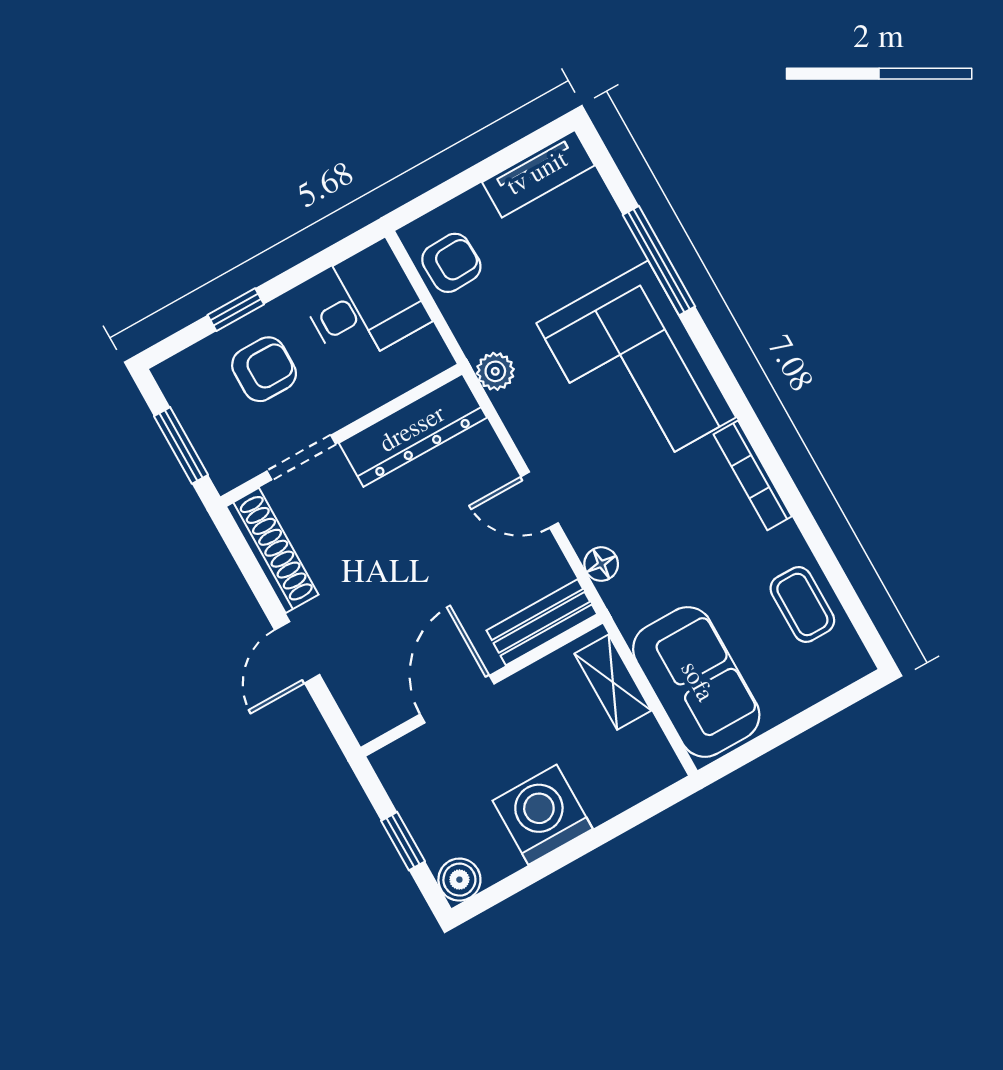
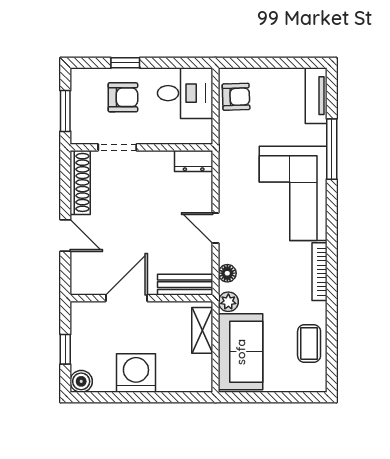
tv unit: (538, 174) -> (316, 96), moved, turned 90
plant: (495, 371) -> (228, 302), moved
dresser: (413, 430) -> (194, 161), width x0.51, depth x0.80
door: (297, 652) -> (65, 236), swing flipped

